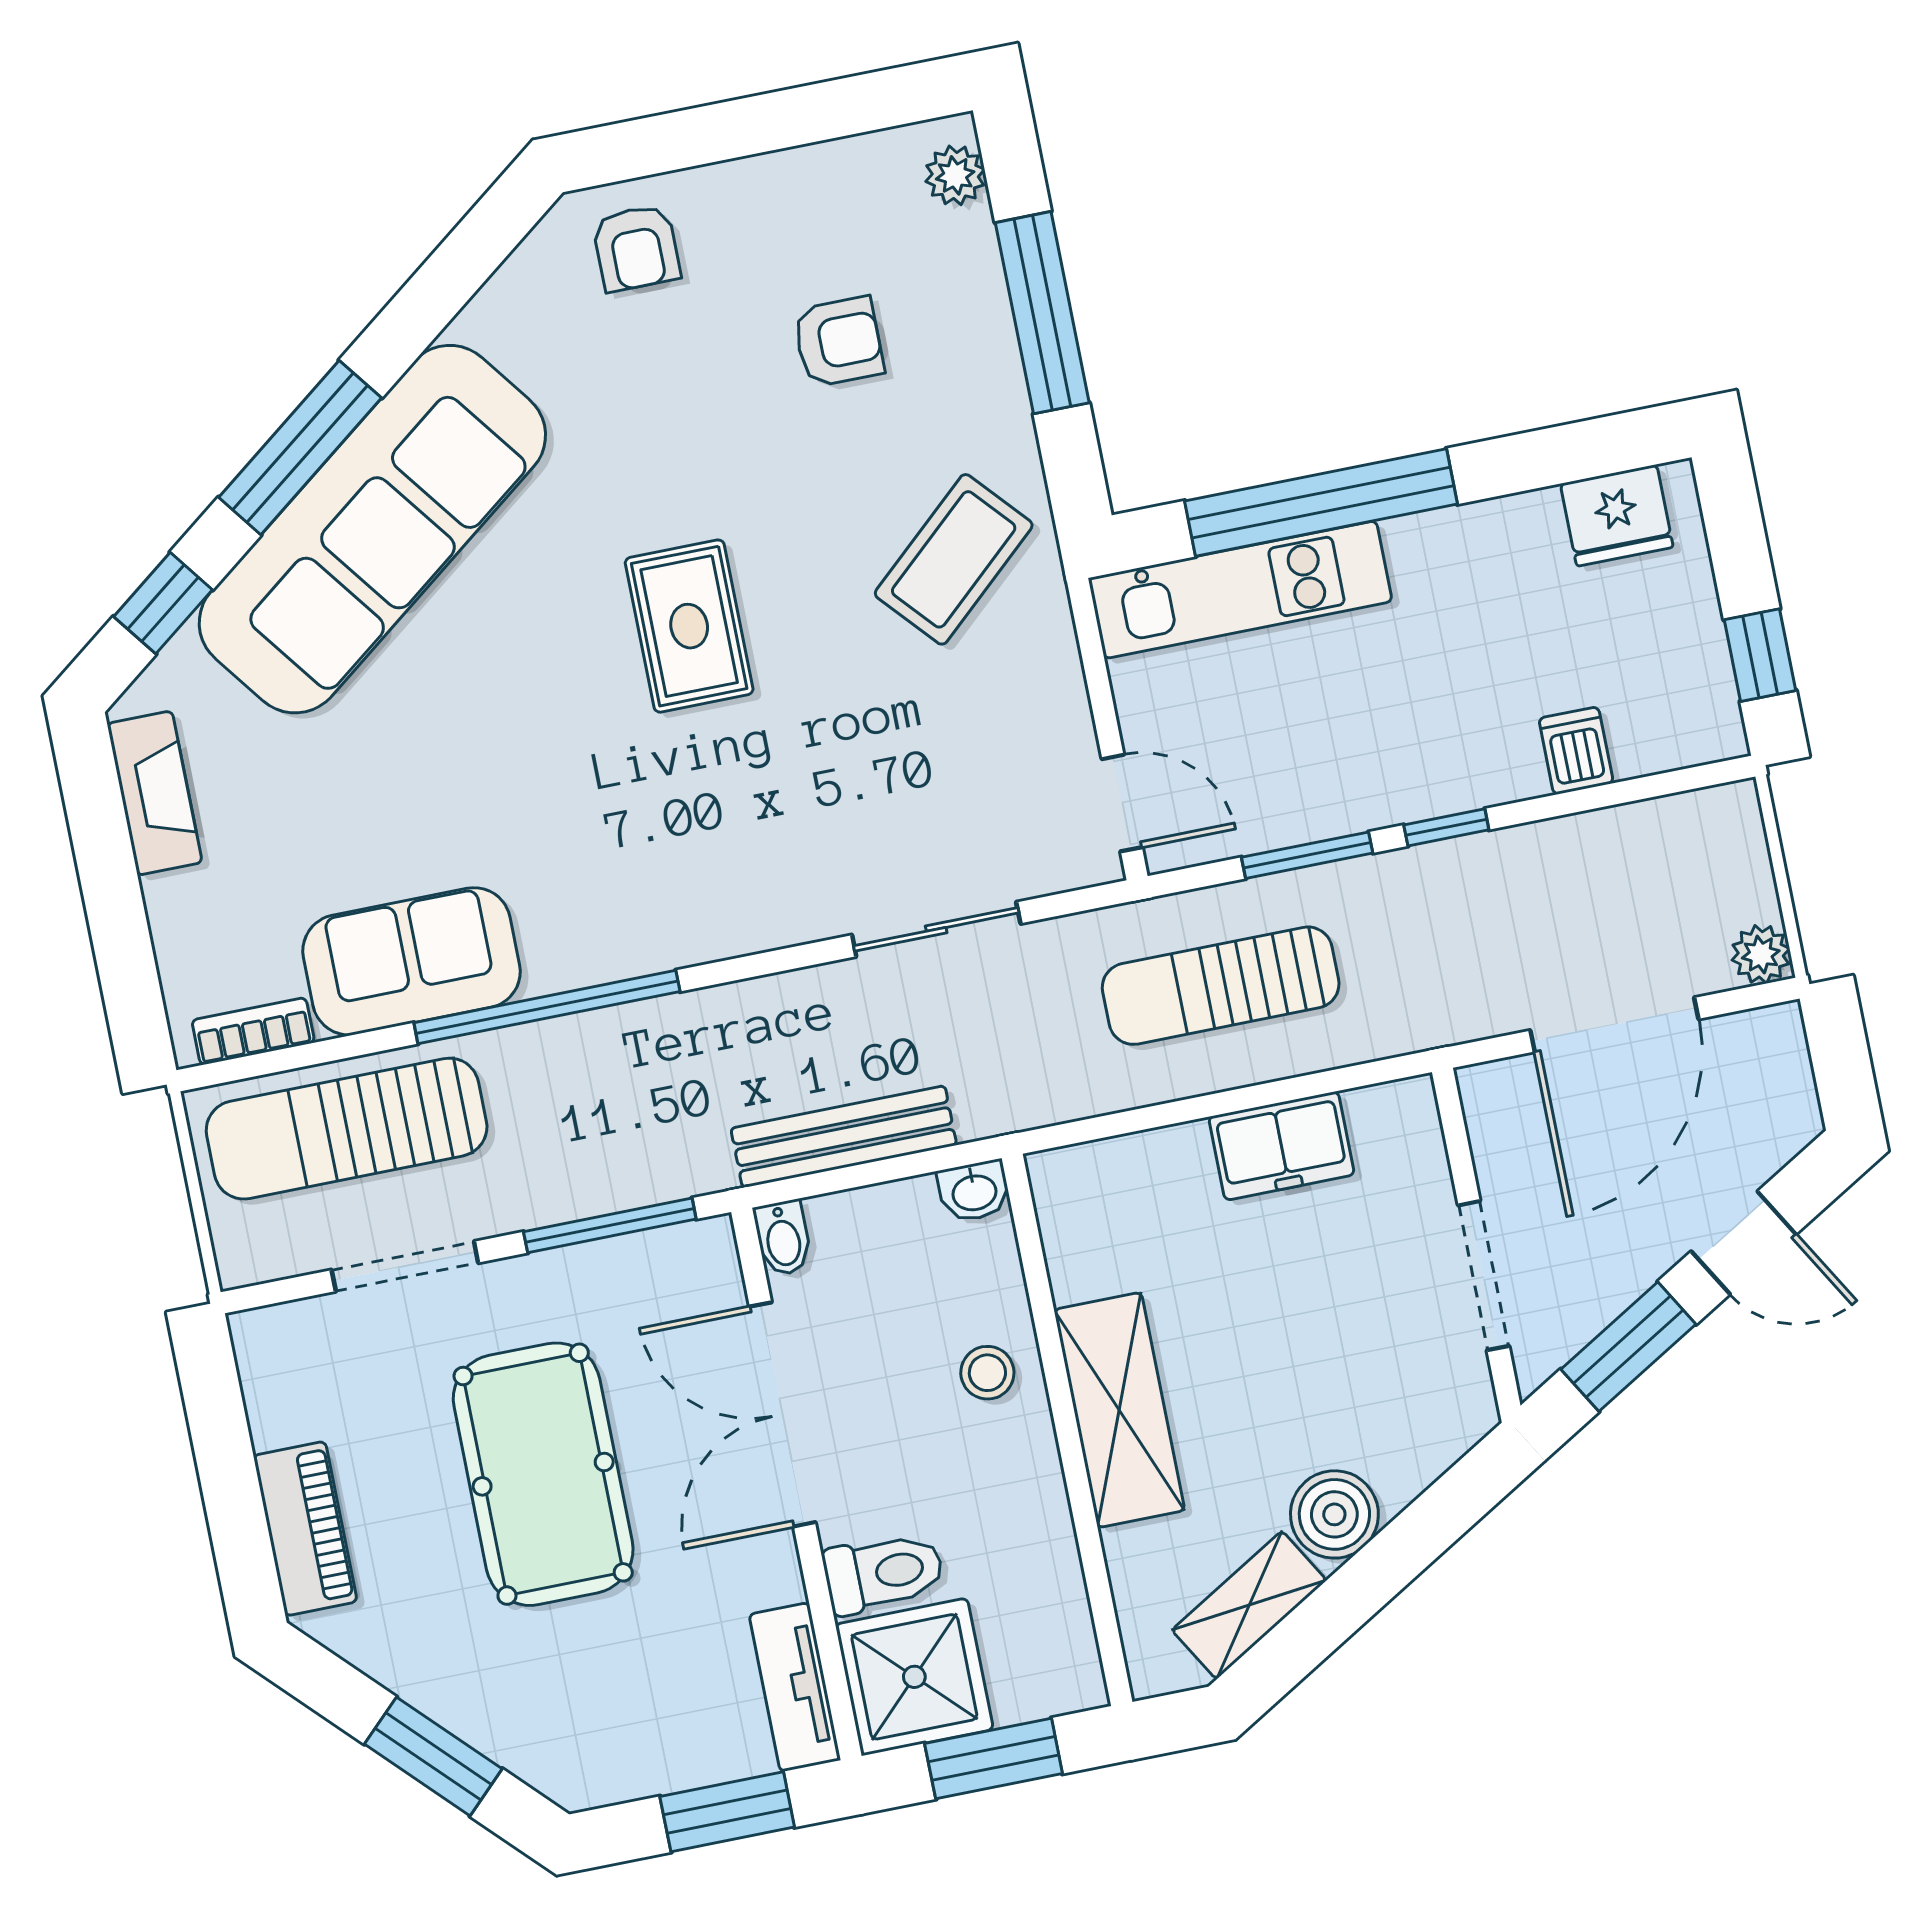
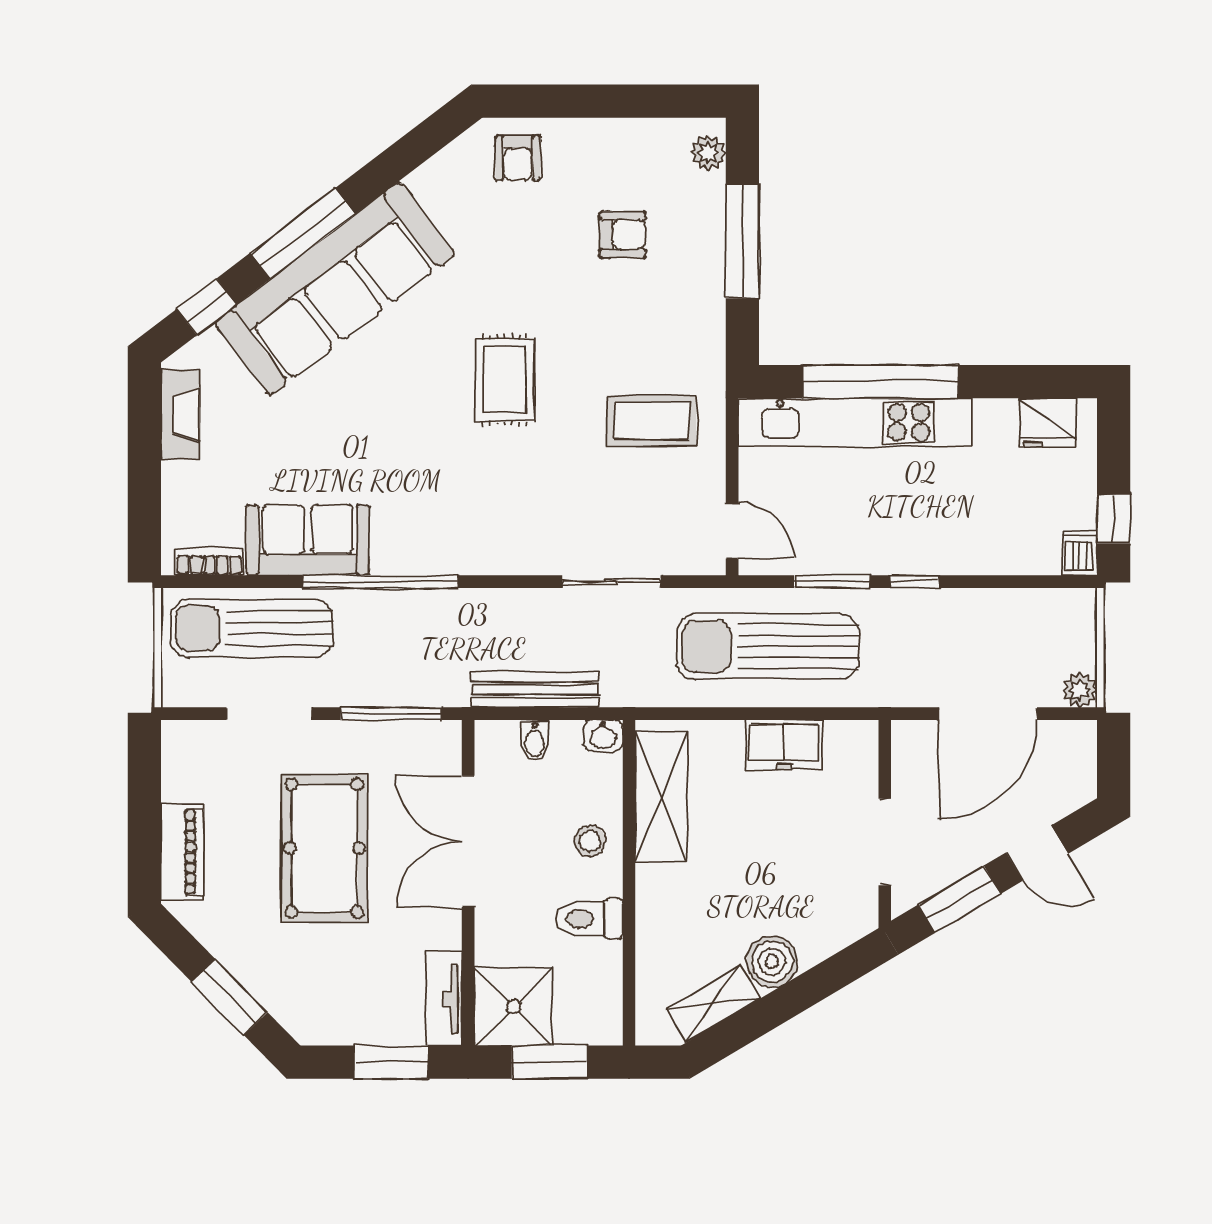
coffee table: (954, 559) -> (651, 421), moved, turned 42
kitchen unit: (1240, 590) -> (855, 422), width x1.36
dishwasher: (1576, 751) -> (1079, 553), moved
sun lounger: (1221, 986) -> (768, 646), width x1.36, depth x1.34
bidet: (783, 1238) -> (535, 741), moved
shelving: (1119, 1410) -> (661, 796), moved
toilet: (884, 1573) -> (589, 919), moved, turned 180

